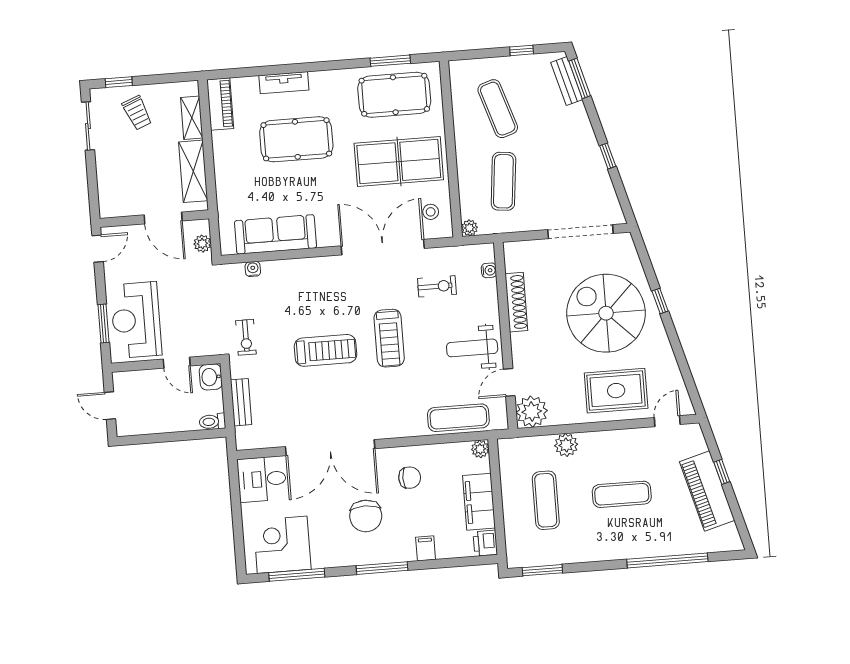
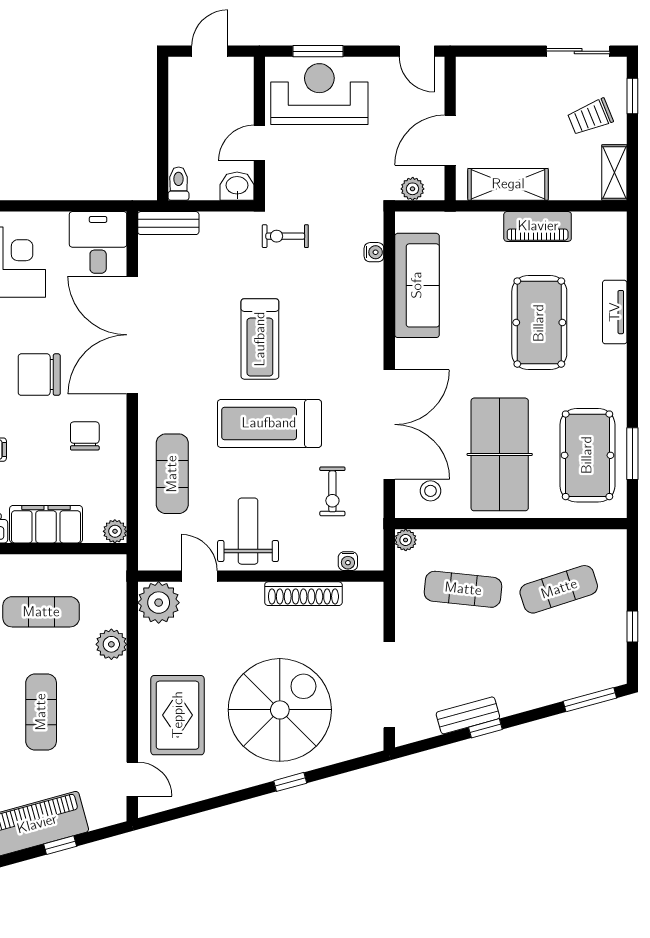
bench: (567, 81) -> (468, 715), moved
piano: (220, 104) -> (538, 226), moved
shelving: (192, 118) -> (614, 173), moved, turned 90
treadmill: (389, 338) -> (269, 423), width x1.37, depth x1.38
bench: (241, 402) -> (168, 223), moved
exercise mat: (458, 418) -> (172, 474), moved
chair: (410, 478) -> (85, 436), turned 180

